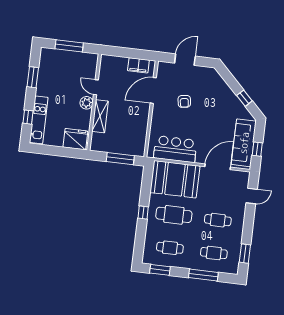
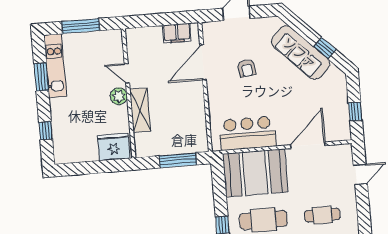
kitchen unit: (39, 120) -> (55, 66), moved
sofa: (244, 143) -> (300, 52), moved, turned -45

